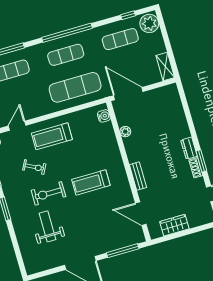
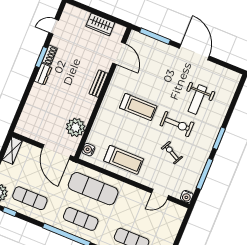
plant: (125, 132) -> (76, 127), width x1.87, depth x1.87
treadmill: (52, 136) -> (124, 160), moved

